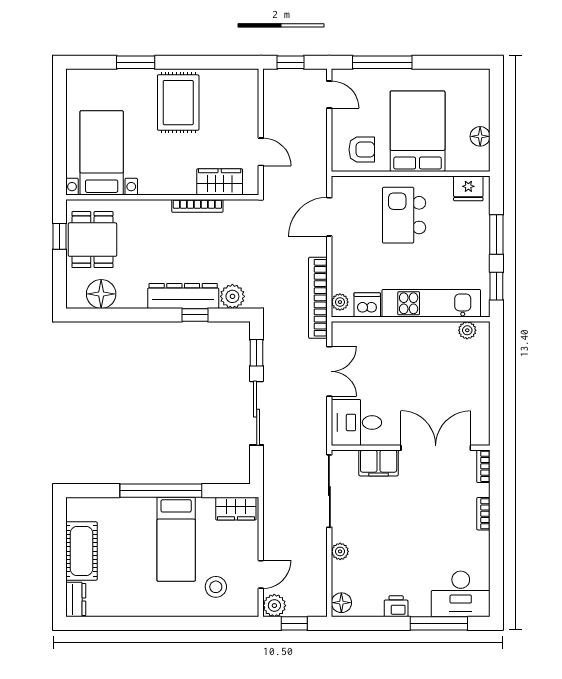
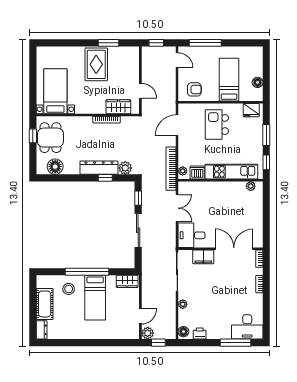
window: (136, 62) -> (109, 43), moved
bed: (418, 131) -> (229, 80), width x0.67
stool: (216, 587) -> (69, 289), moved
printer: (396, 606) -> (200, 334), moved

